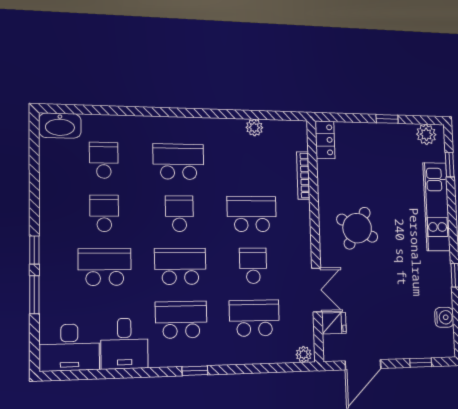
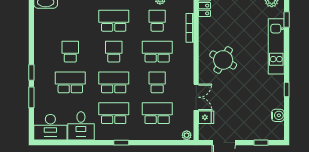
school desk: (104, 160) -> (157, 21), moved

